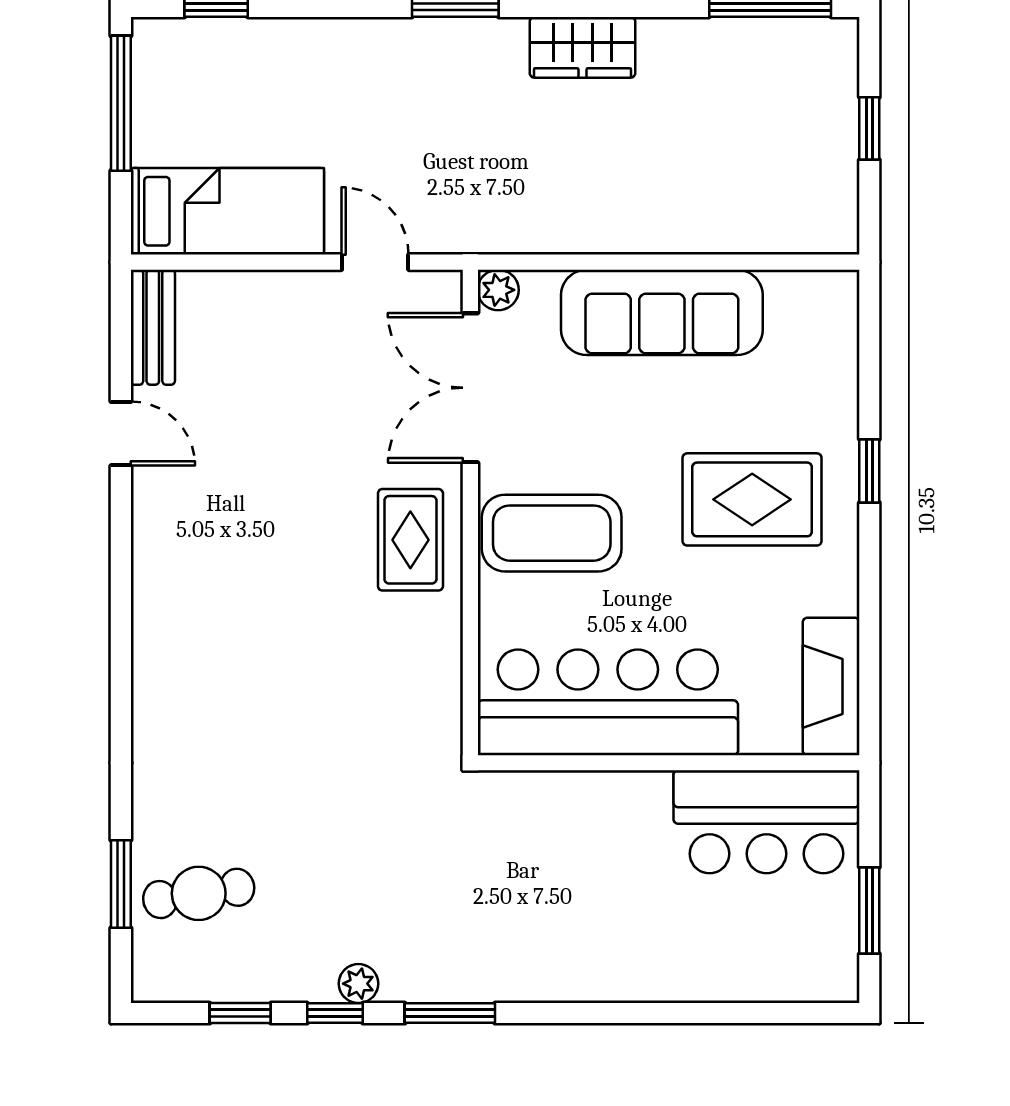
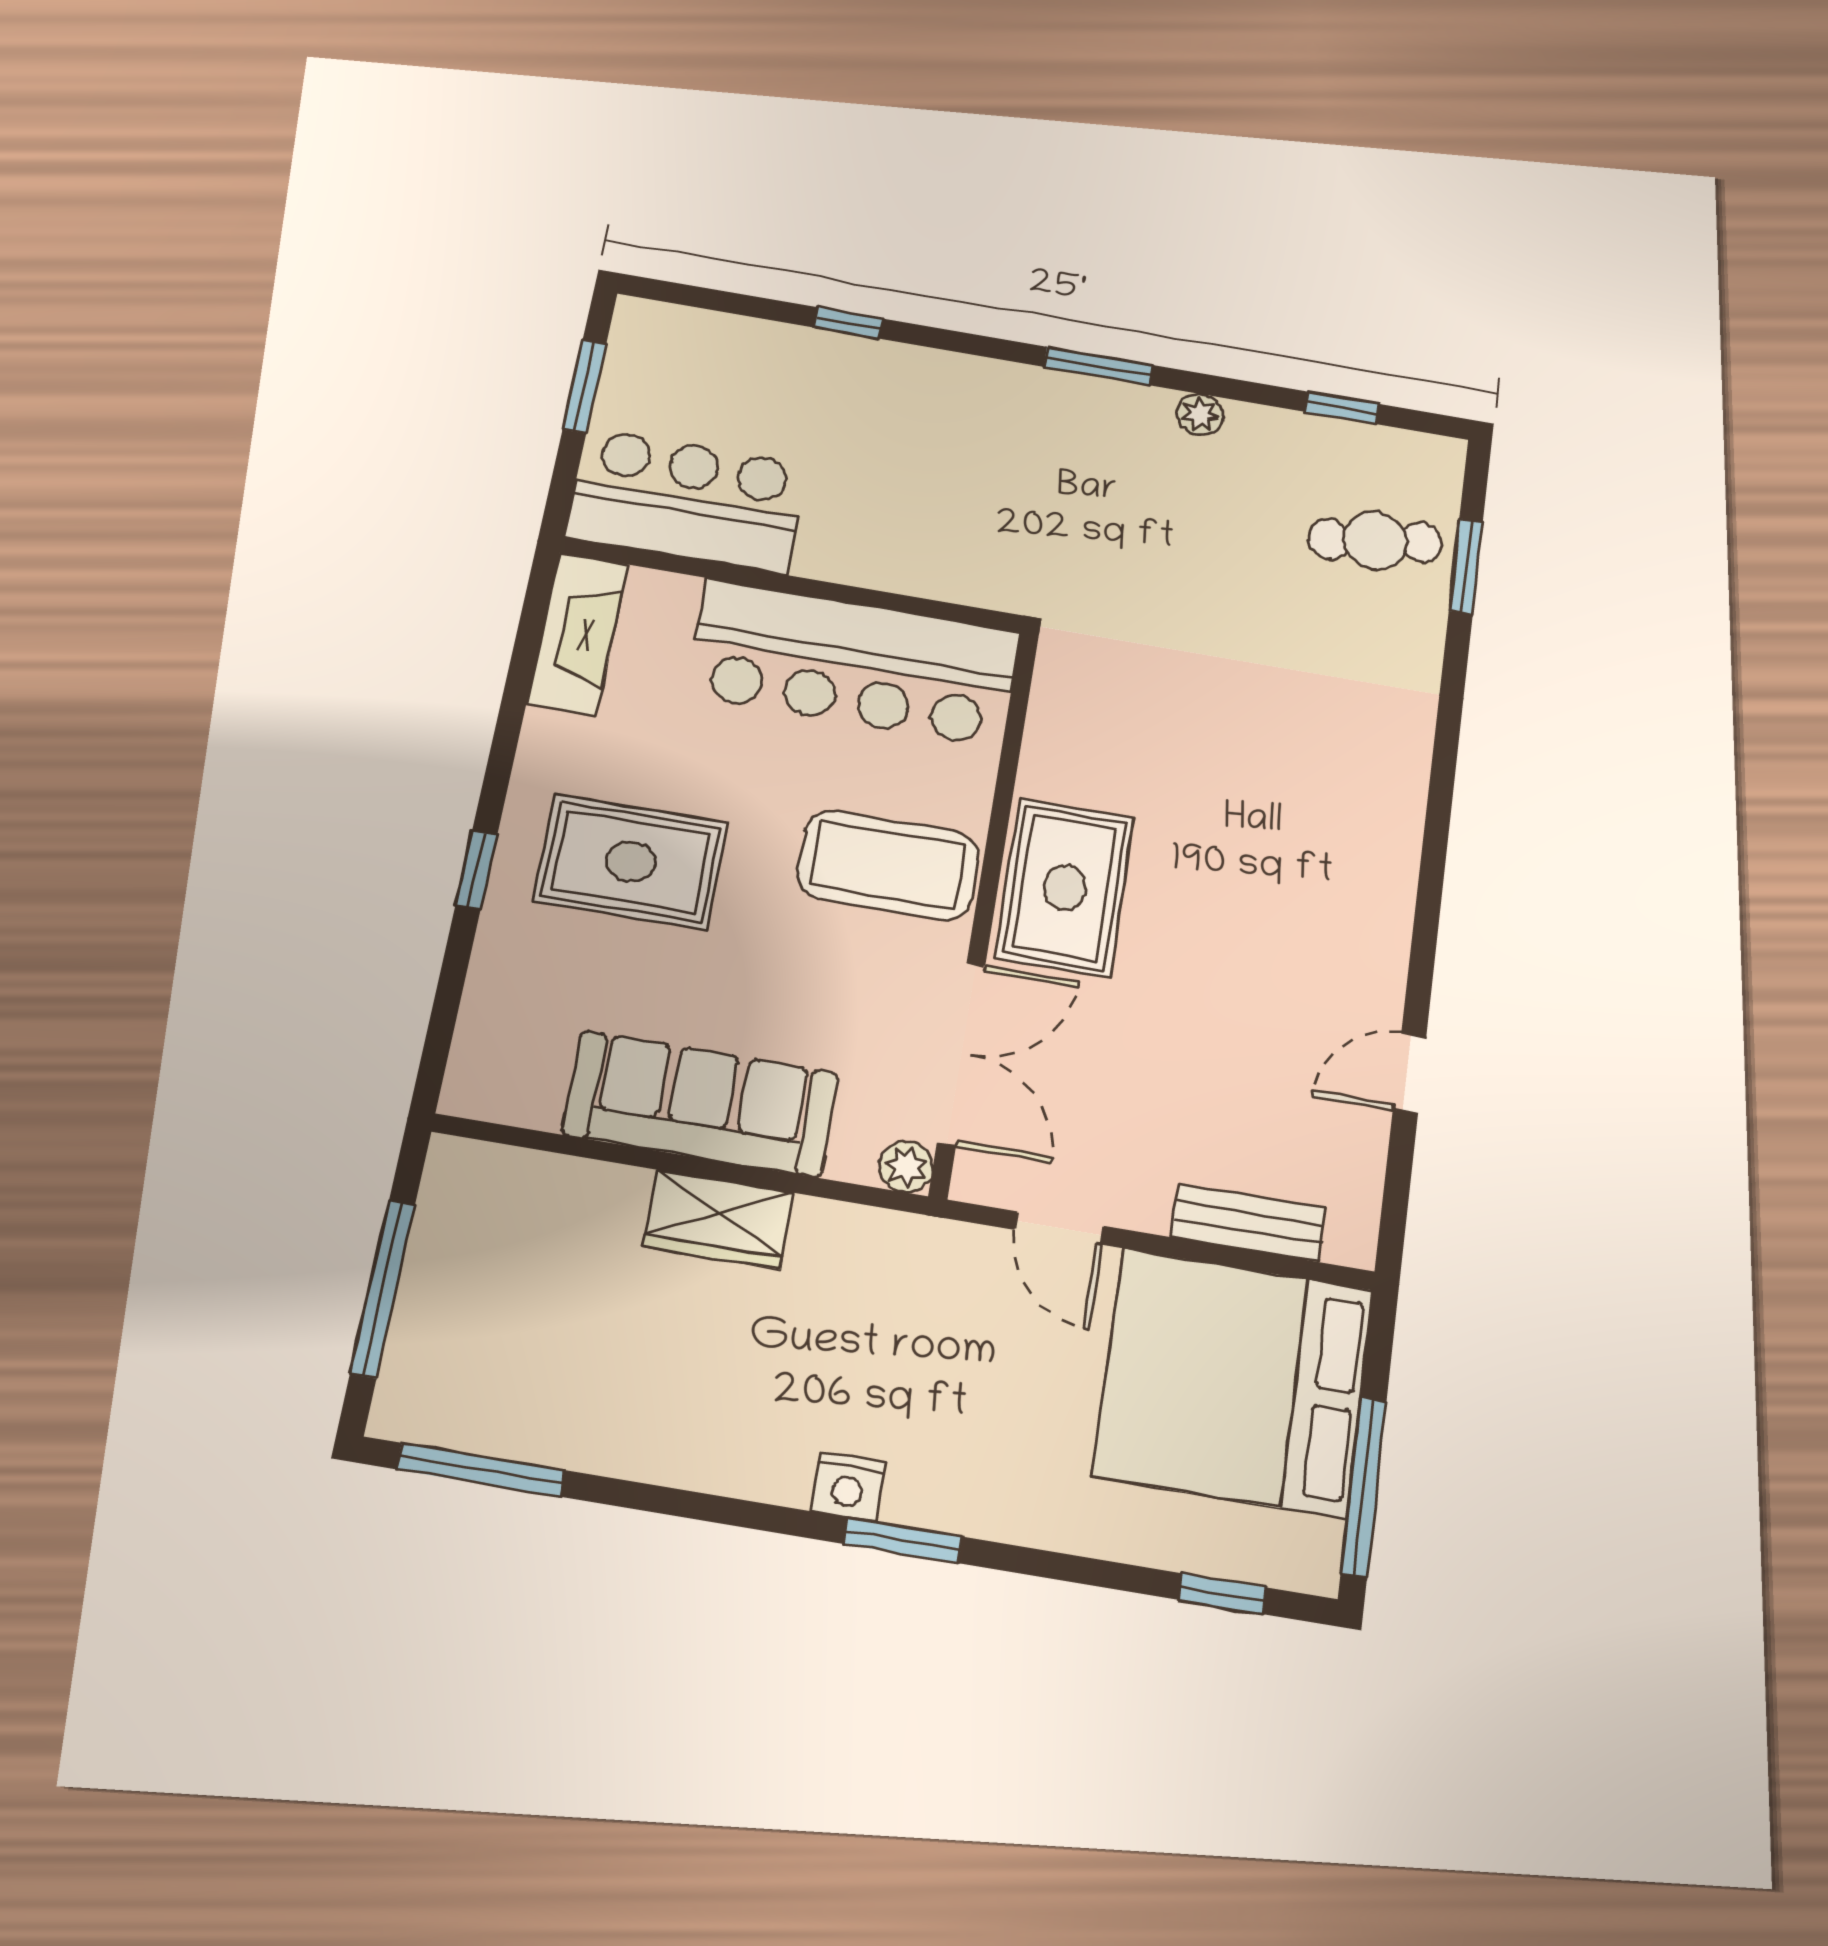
nightstand: (502, 39) -> (848, 1487), added
wardrobe: (582, 47) -> (719, 1219), moved, turned 180
window: (869, 128) -> (383, 1289), width x2.17
bed: (227, 211) -> (1234, 1382), width x2.04
bench: (153, 327) -> (1248, 1222), moved, turned 90
door: (121, 434) -> (1410, 1073), hinge flipped
rug: (410, 540) -> (1065, 887), width x1.36, depth x1.43
window: (335, 1013) -> (849, 323), moved

